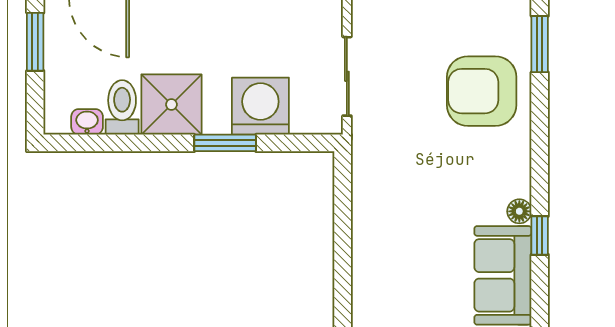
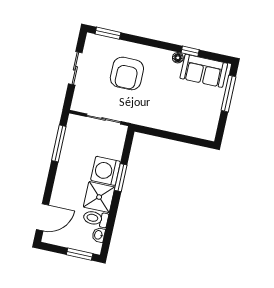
window: (35, 42) -> (80, 254), moved
armchair: (482, 91) -> (127, 73), moved
washing machine: (260, 106) -> (106, 171), moved

